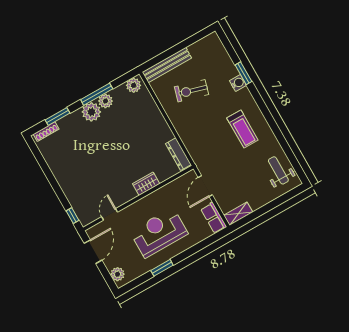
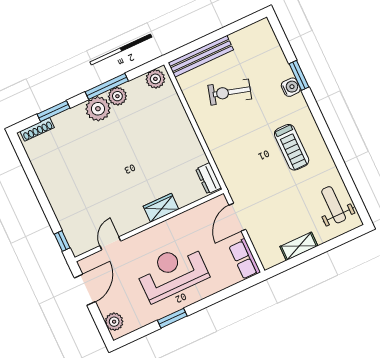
dresser: (178, 154) -> (208, 178), width x0.70
shelving: (238, 214) -> (299, 246), moved

